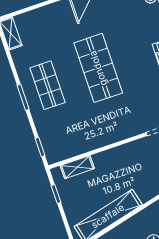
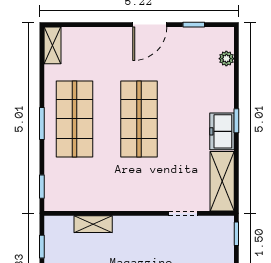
shop shelf: (48, 85) -> (74, 119), width x1.43, depth x1.36
shelving: (77, 167) -> (93, 224), moved

